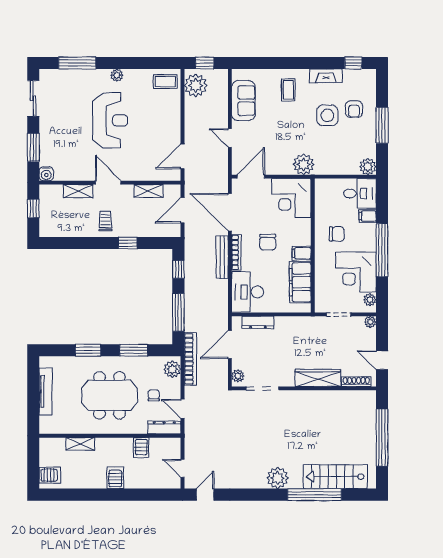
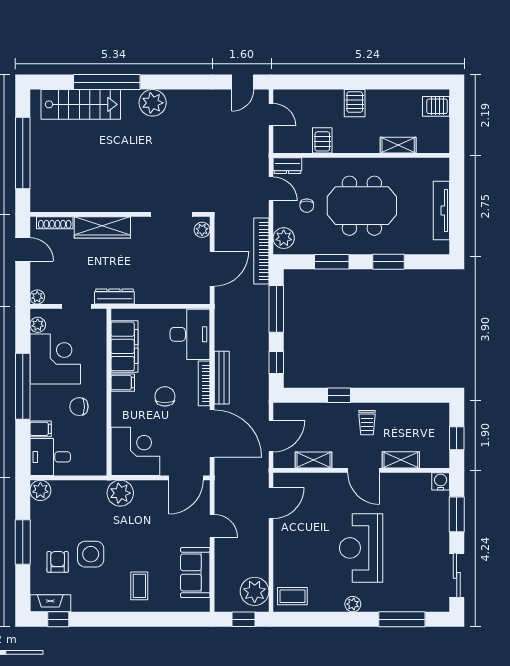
fireplace: (326, 76) -> (50, 603), moved
dresser: (258, 322) -> (114, 297), moved
dresser: (164, 428) -> (287, 166), width x0.70

